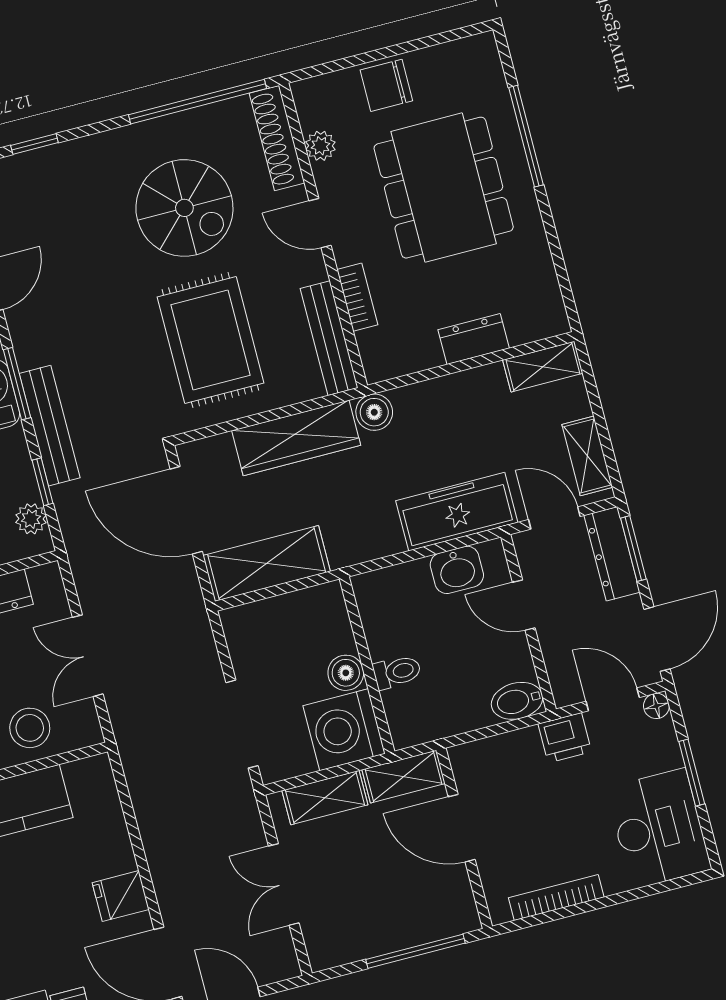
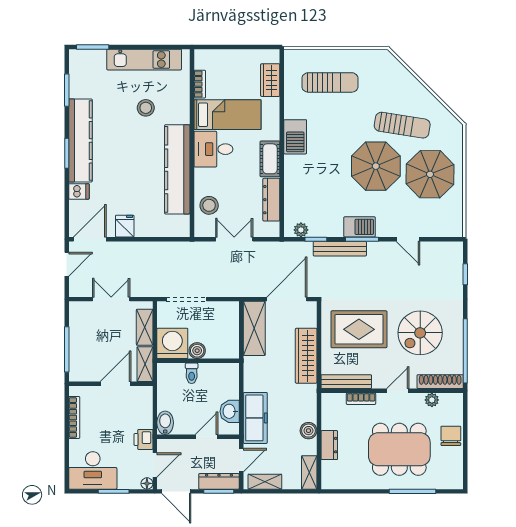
boiler: (374, 412) -> (308, 431), moved

